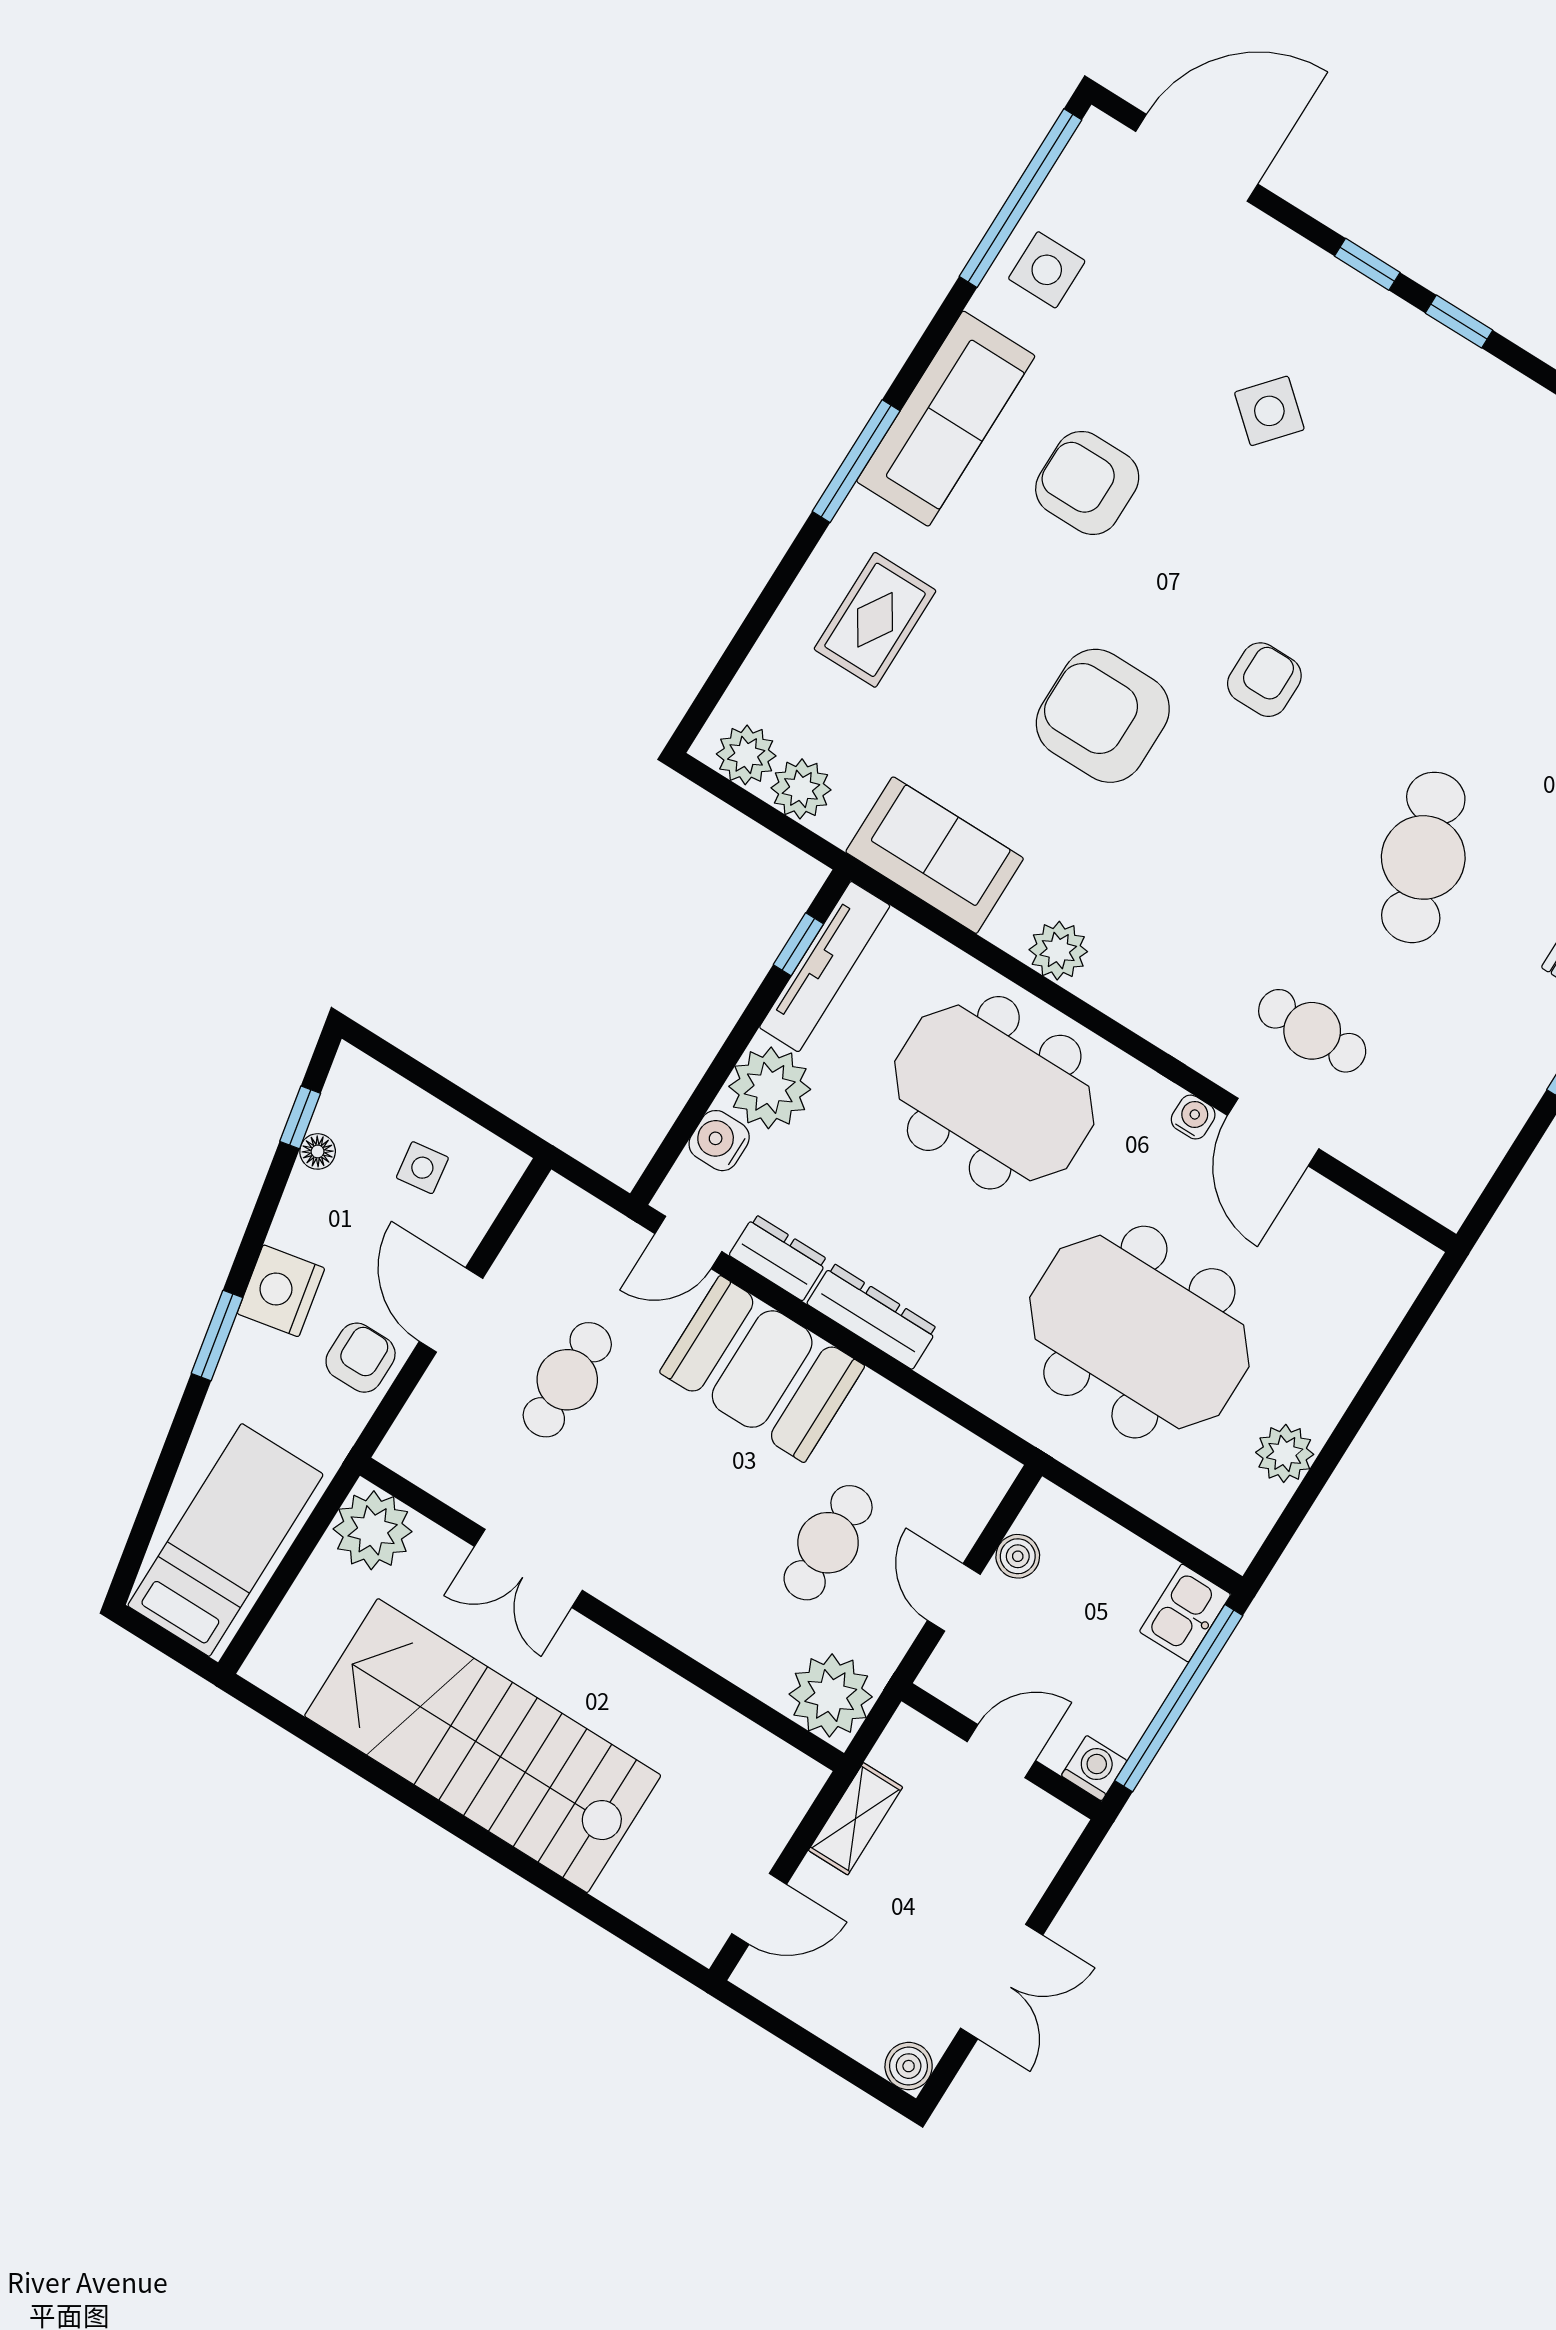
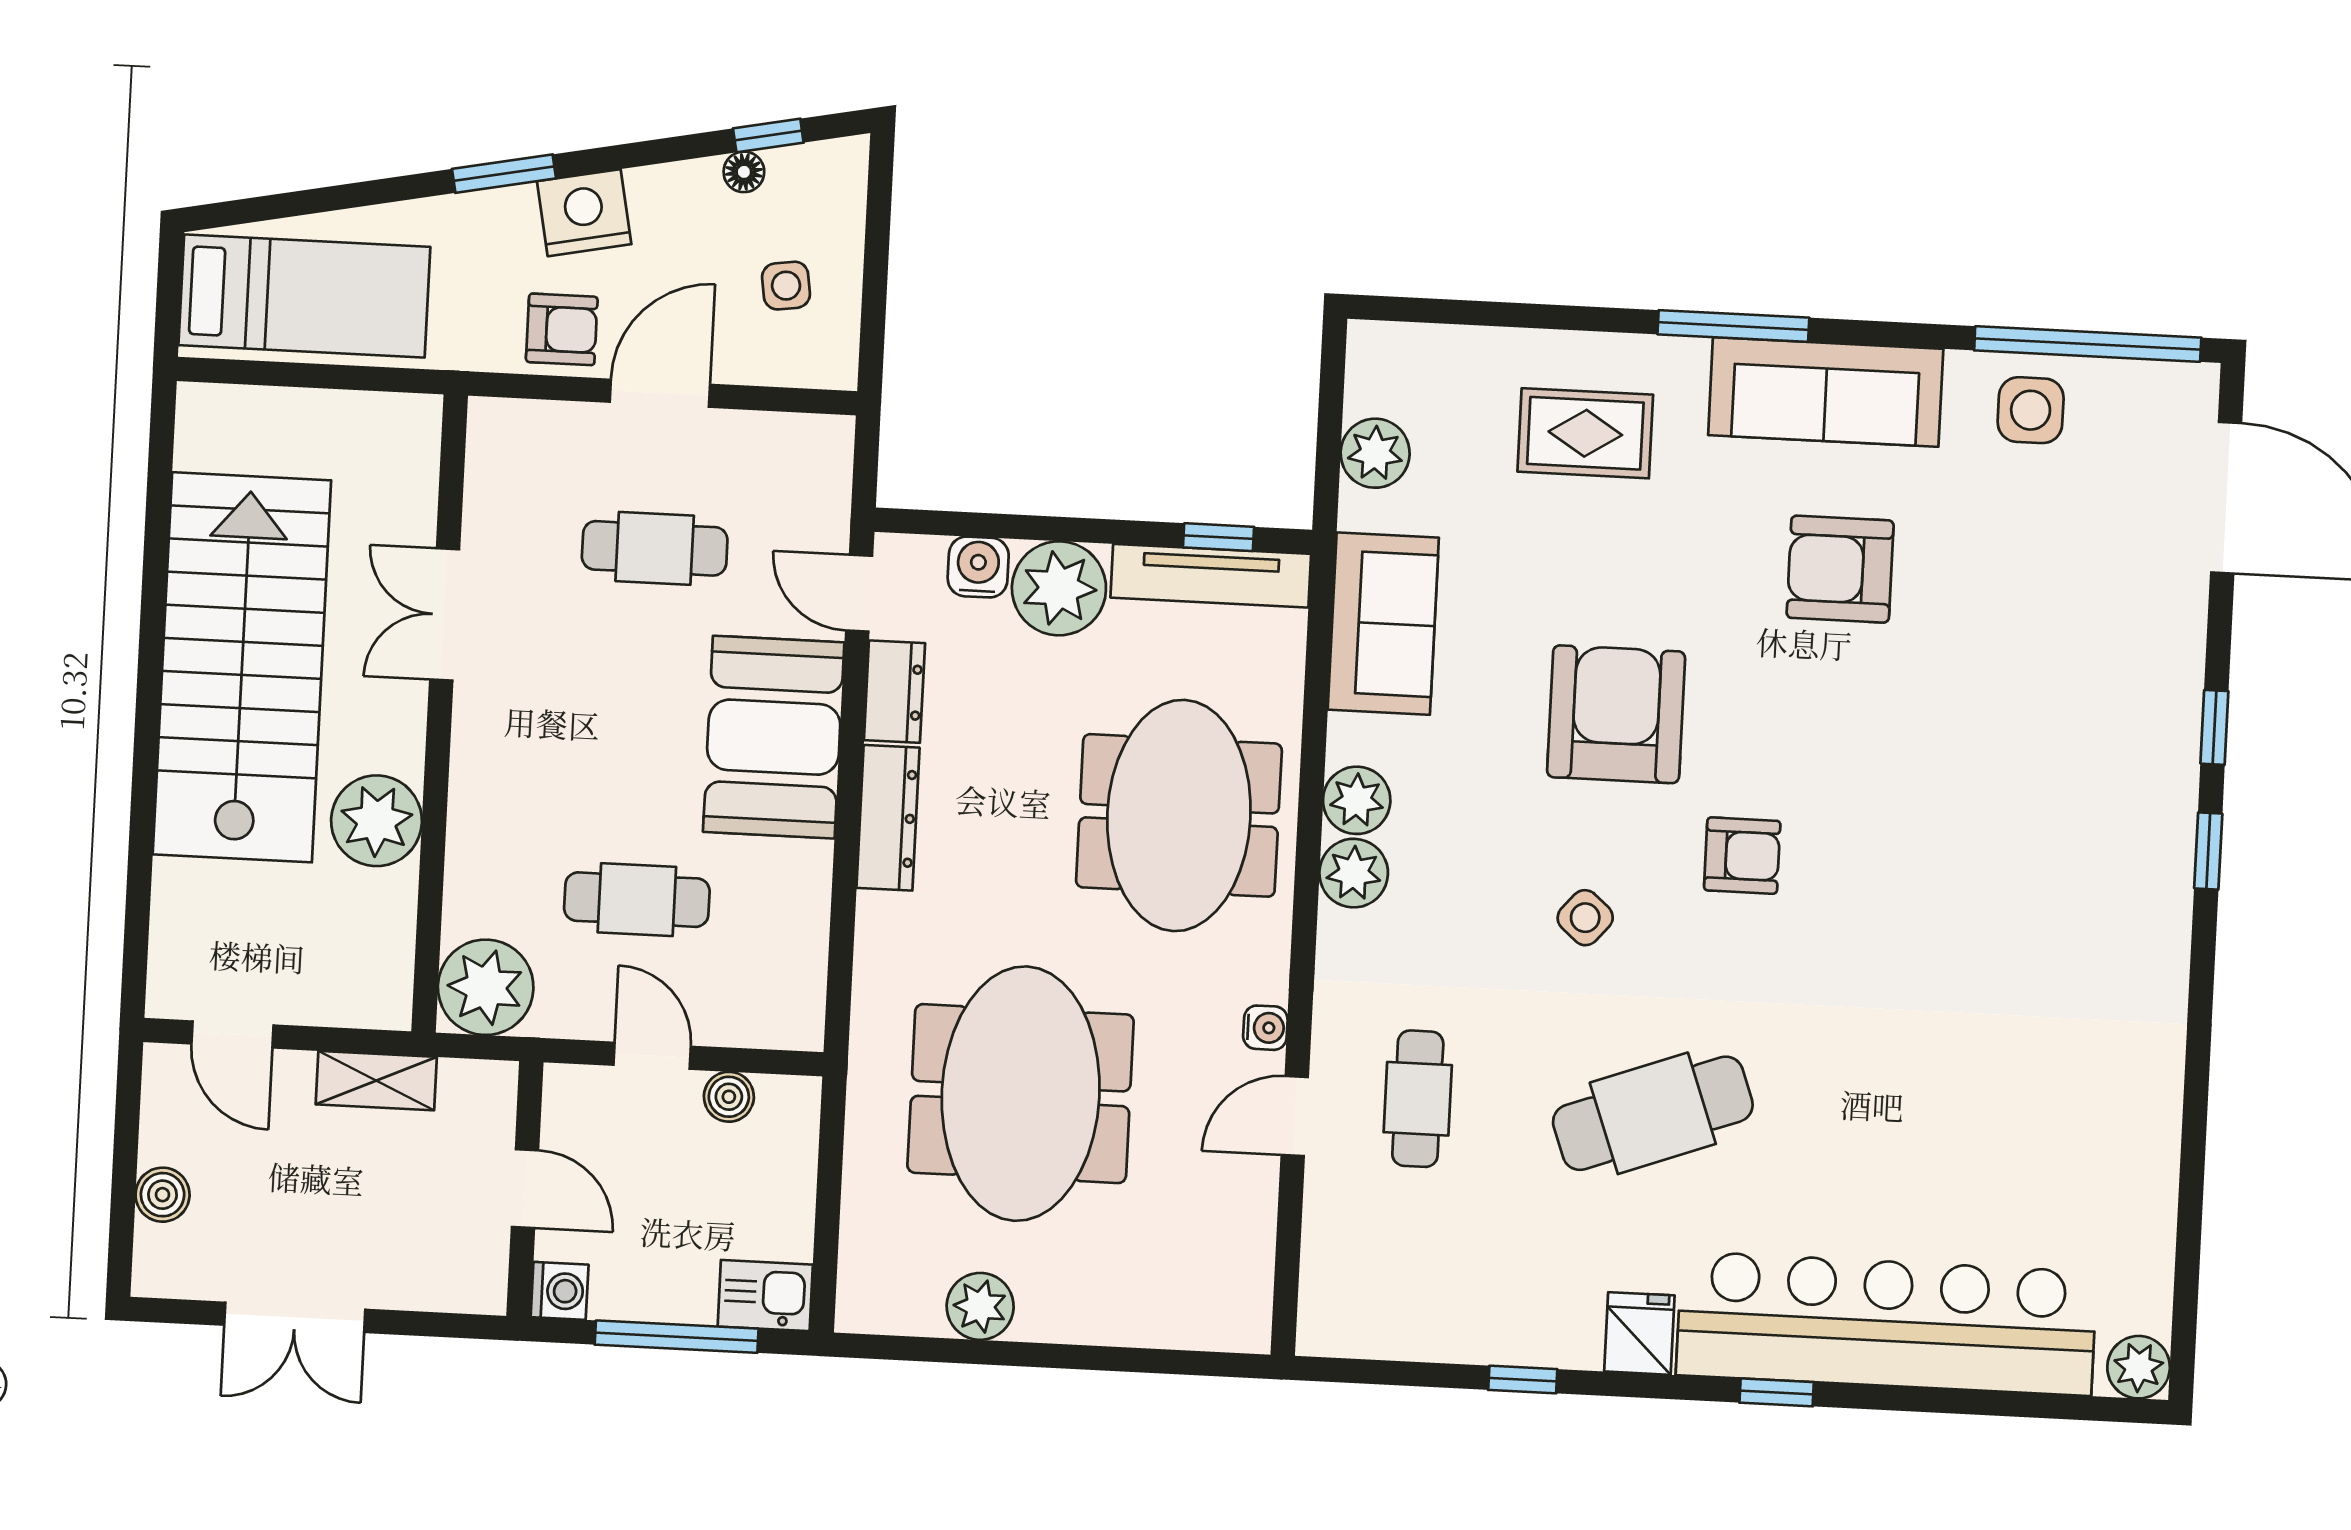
side table: (1269, 411) -> (1585, 918), moved, width x0.73, depth x0.73
armchair: (1087, 483) -> (1840, 569), turned -90
plant: (746, 755) -> (1354, 873), moved
door: (1273, 1132) -> (1295, 1116), width x0.73
plant: (373, 1530) -> (377, 821), moved
door: (954, 1597) -> (652, 1056), hinge flipped
window: (1179, 1698) -> (677, 1337), width x0.68
boiler: (909, 2066) -> (163, 1195), moved

